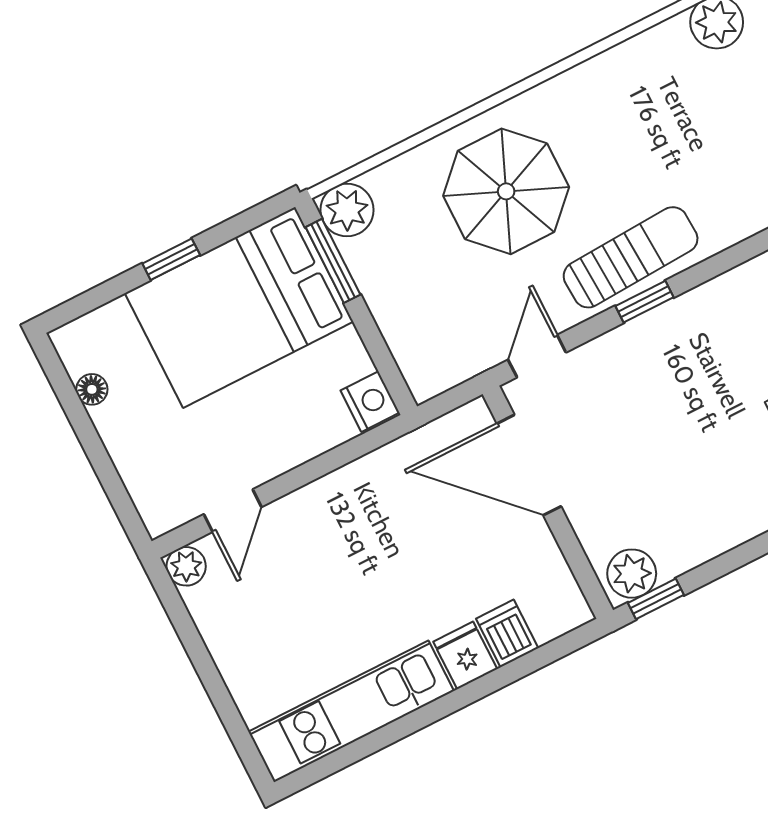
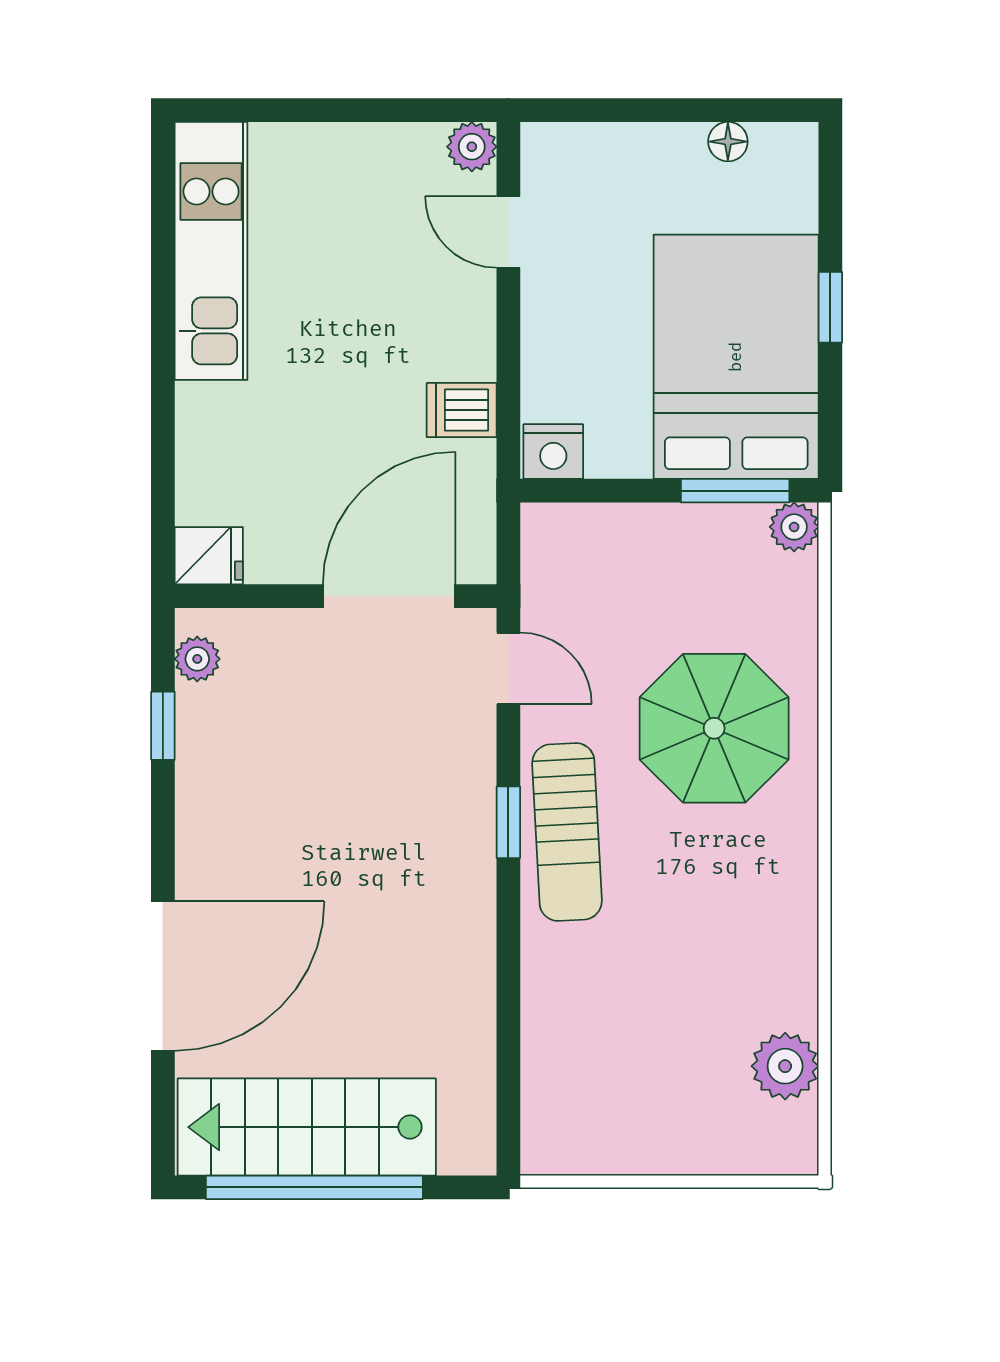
plant: (347, 210) -> (794, 527), width x0.73, depth x0.73
plant: (632, 574) -> (197, 659), width x0.73, depth x0.73
window: (656, 599) -> (163, 726), moved
dishwasher: (507, 633) -> (462, 410), moved, turned 180
fridge: (465, 655) -> (209, 556), moved

